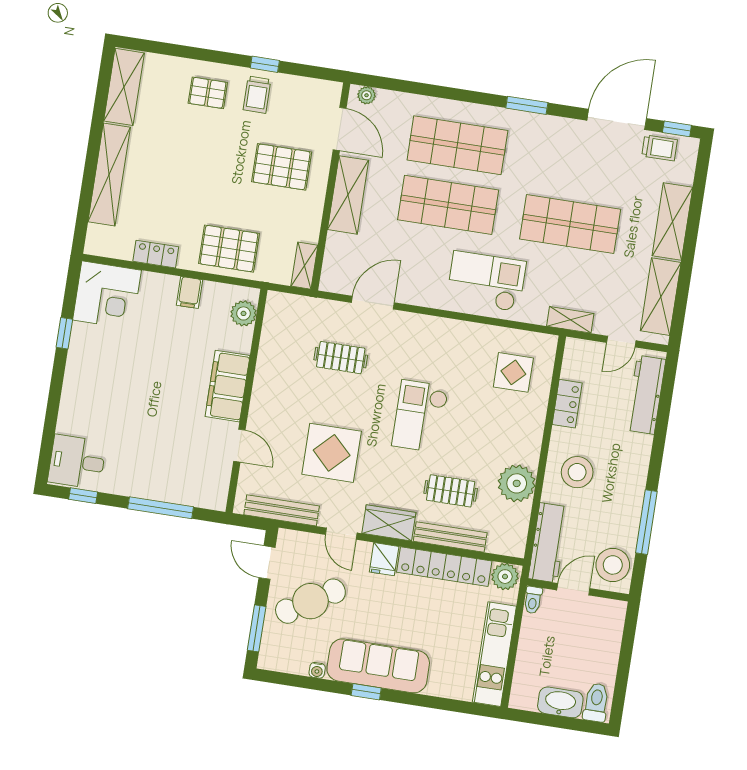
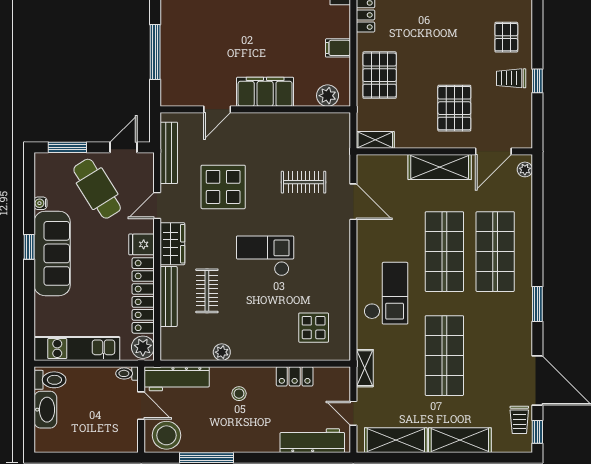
clothes rail: (341, 358) -> (304, 182), turned 90
stool: (577, 472) -> (239, 394), width x0.53, depth x0.53
plant: (517, 483) -> (222, 352), width x0.53, depth x0.53
toilet: (596, 703) -> (50, 380), moved

